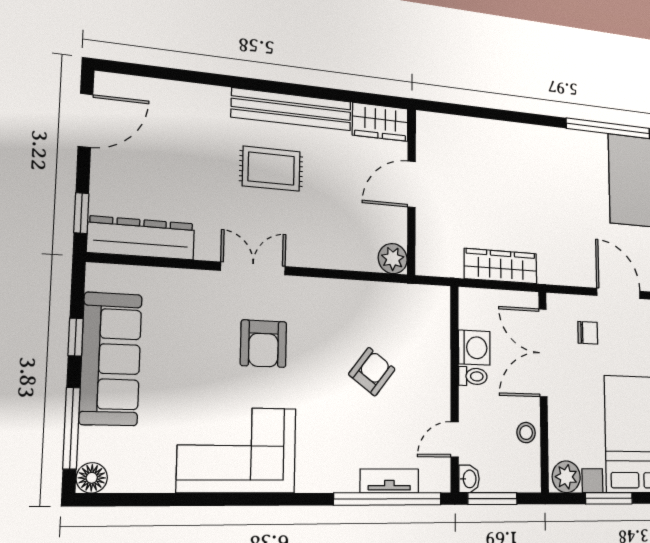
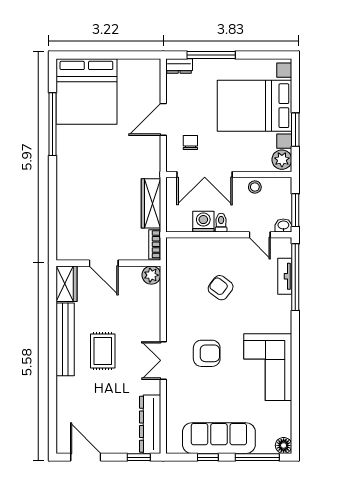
bookcase: (440, 268) -> (155, 244), added

